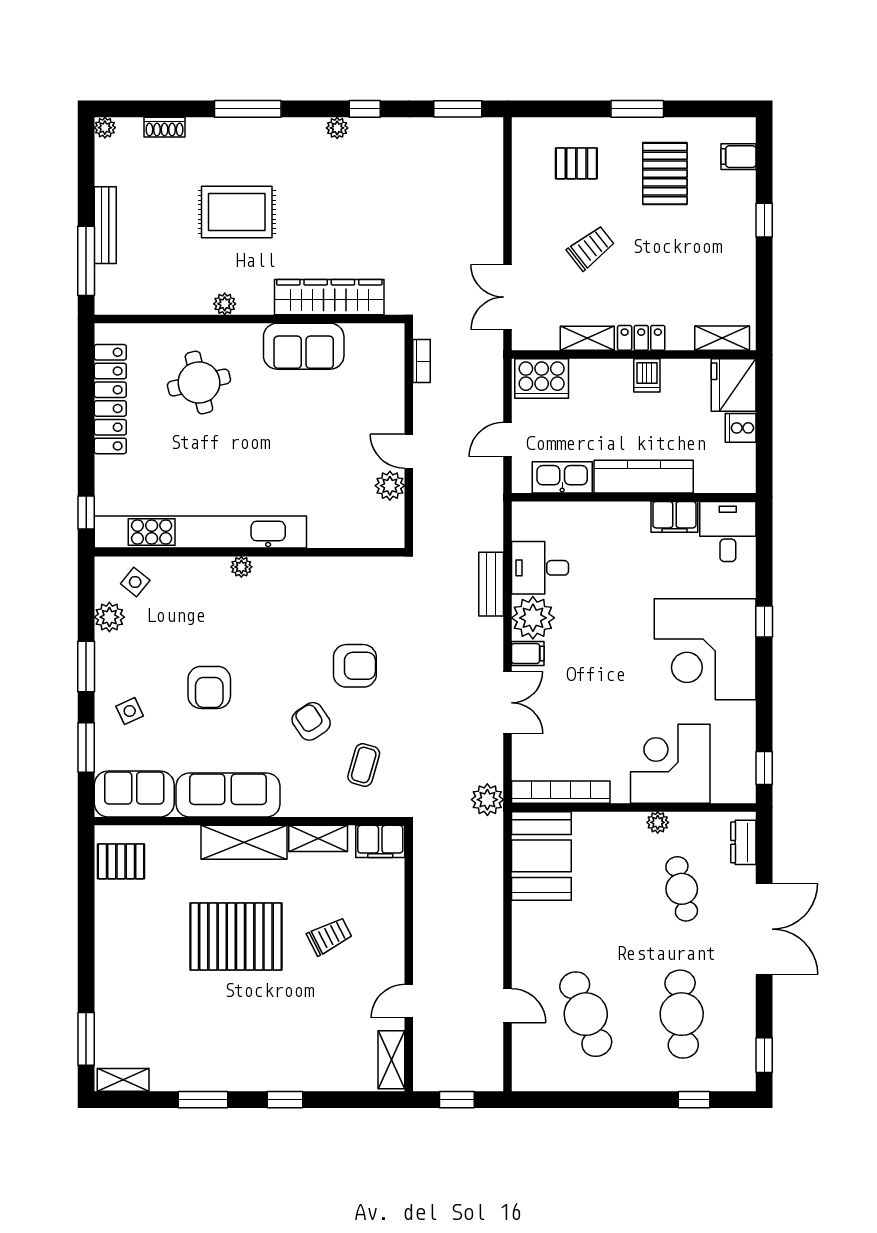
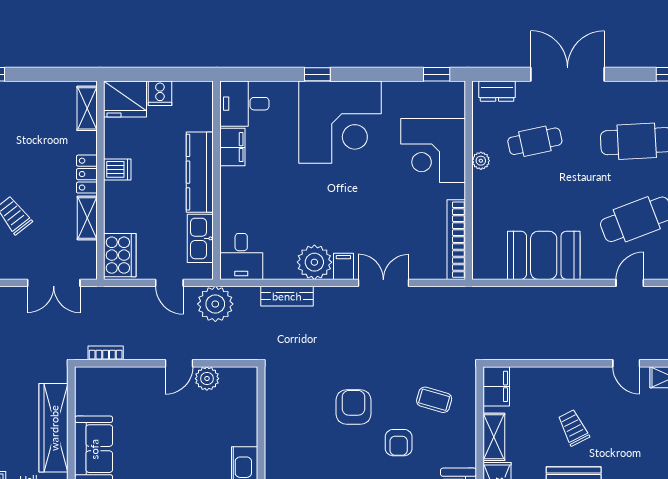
desk: (540, 568) -> (241, 256), moved
armchair: (311, 721) -> (399, 443), turned -56
plant: (487, 800) -> (215, 304), moved, width x1.36, depth x1.36
booth: (541, 856) -> (544, 255), moved

